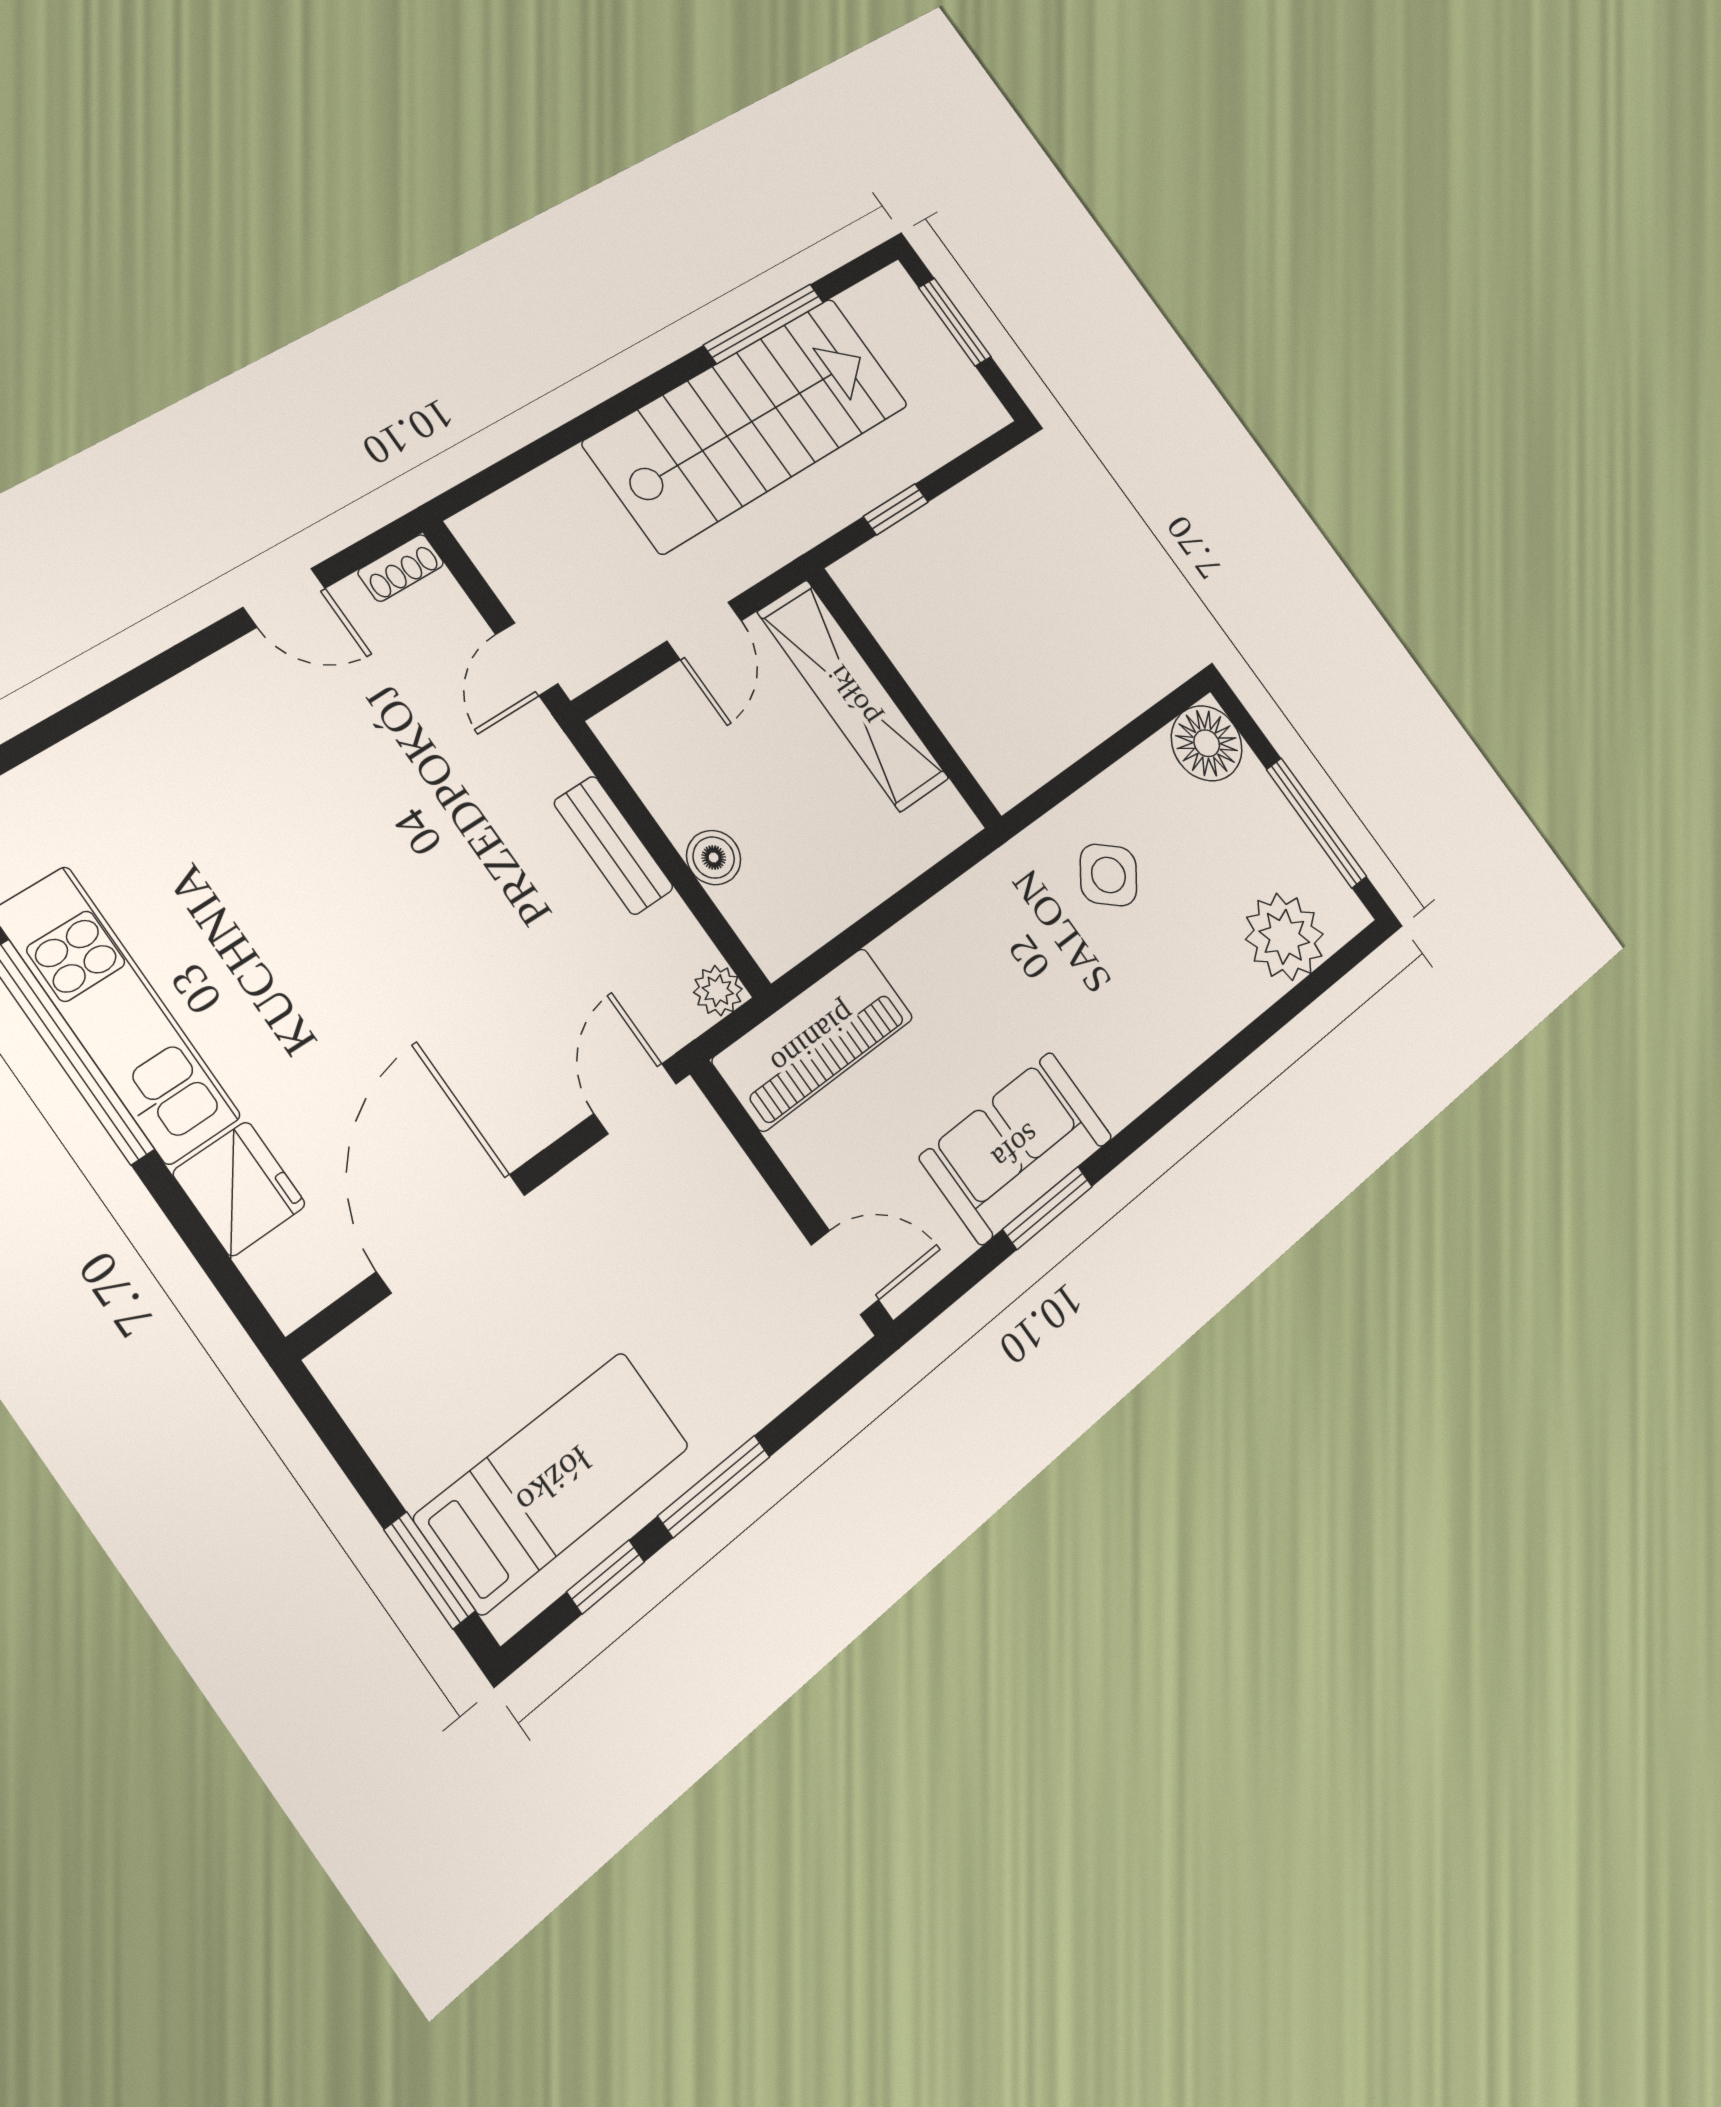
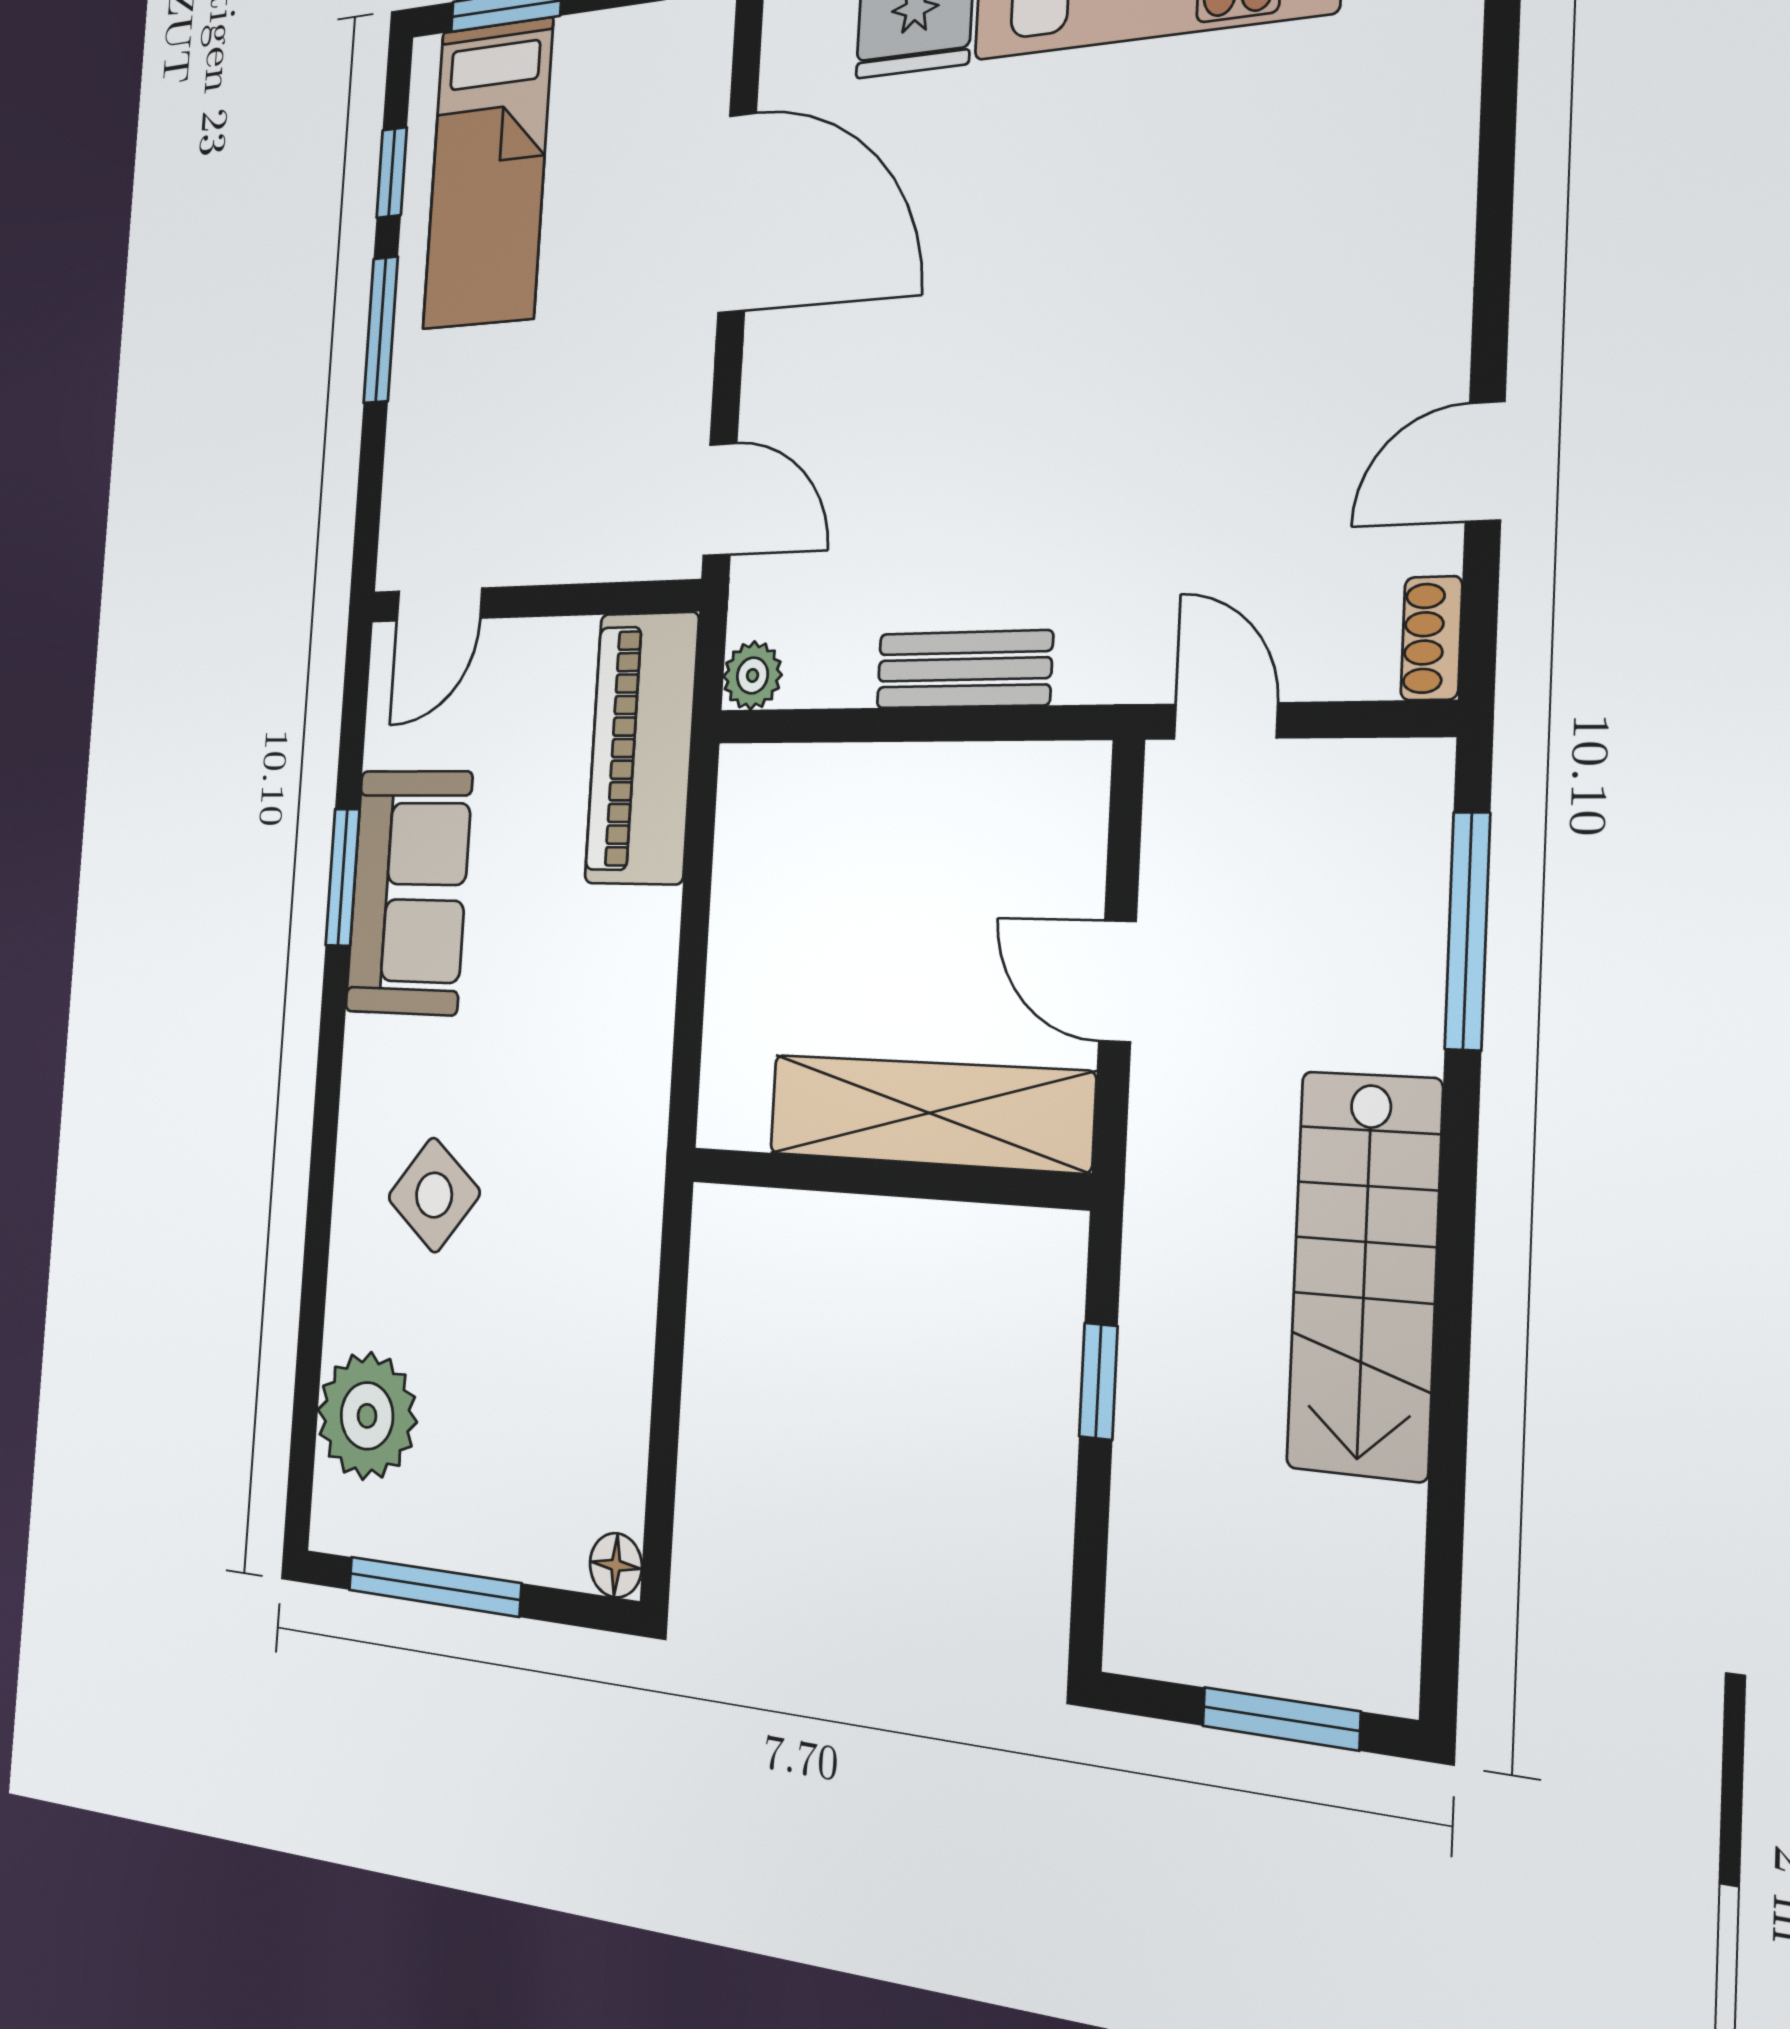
window: (764, 324) -> (1467, 931), moved
stairs: (748, 423) -> (1364, 1274), width x0.73, depth x0.66
floor lamp: (1207, 743) -> (616, 1565), width x0.53, depth x0.53
boiler: (714, 858) -> (877, 781), removed
side table: (1108, 875) -> (434, 1195), moved

